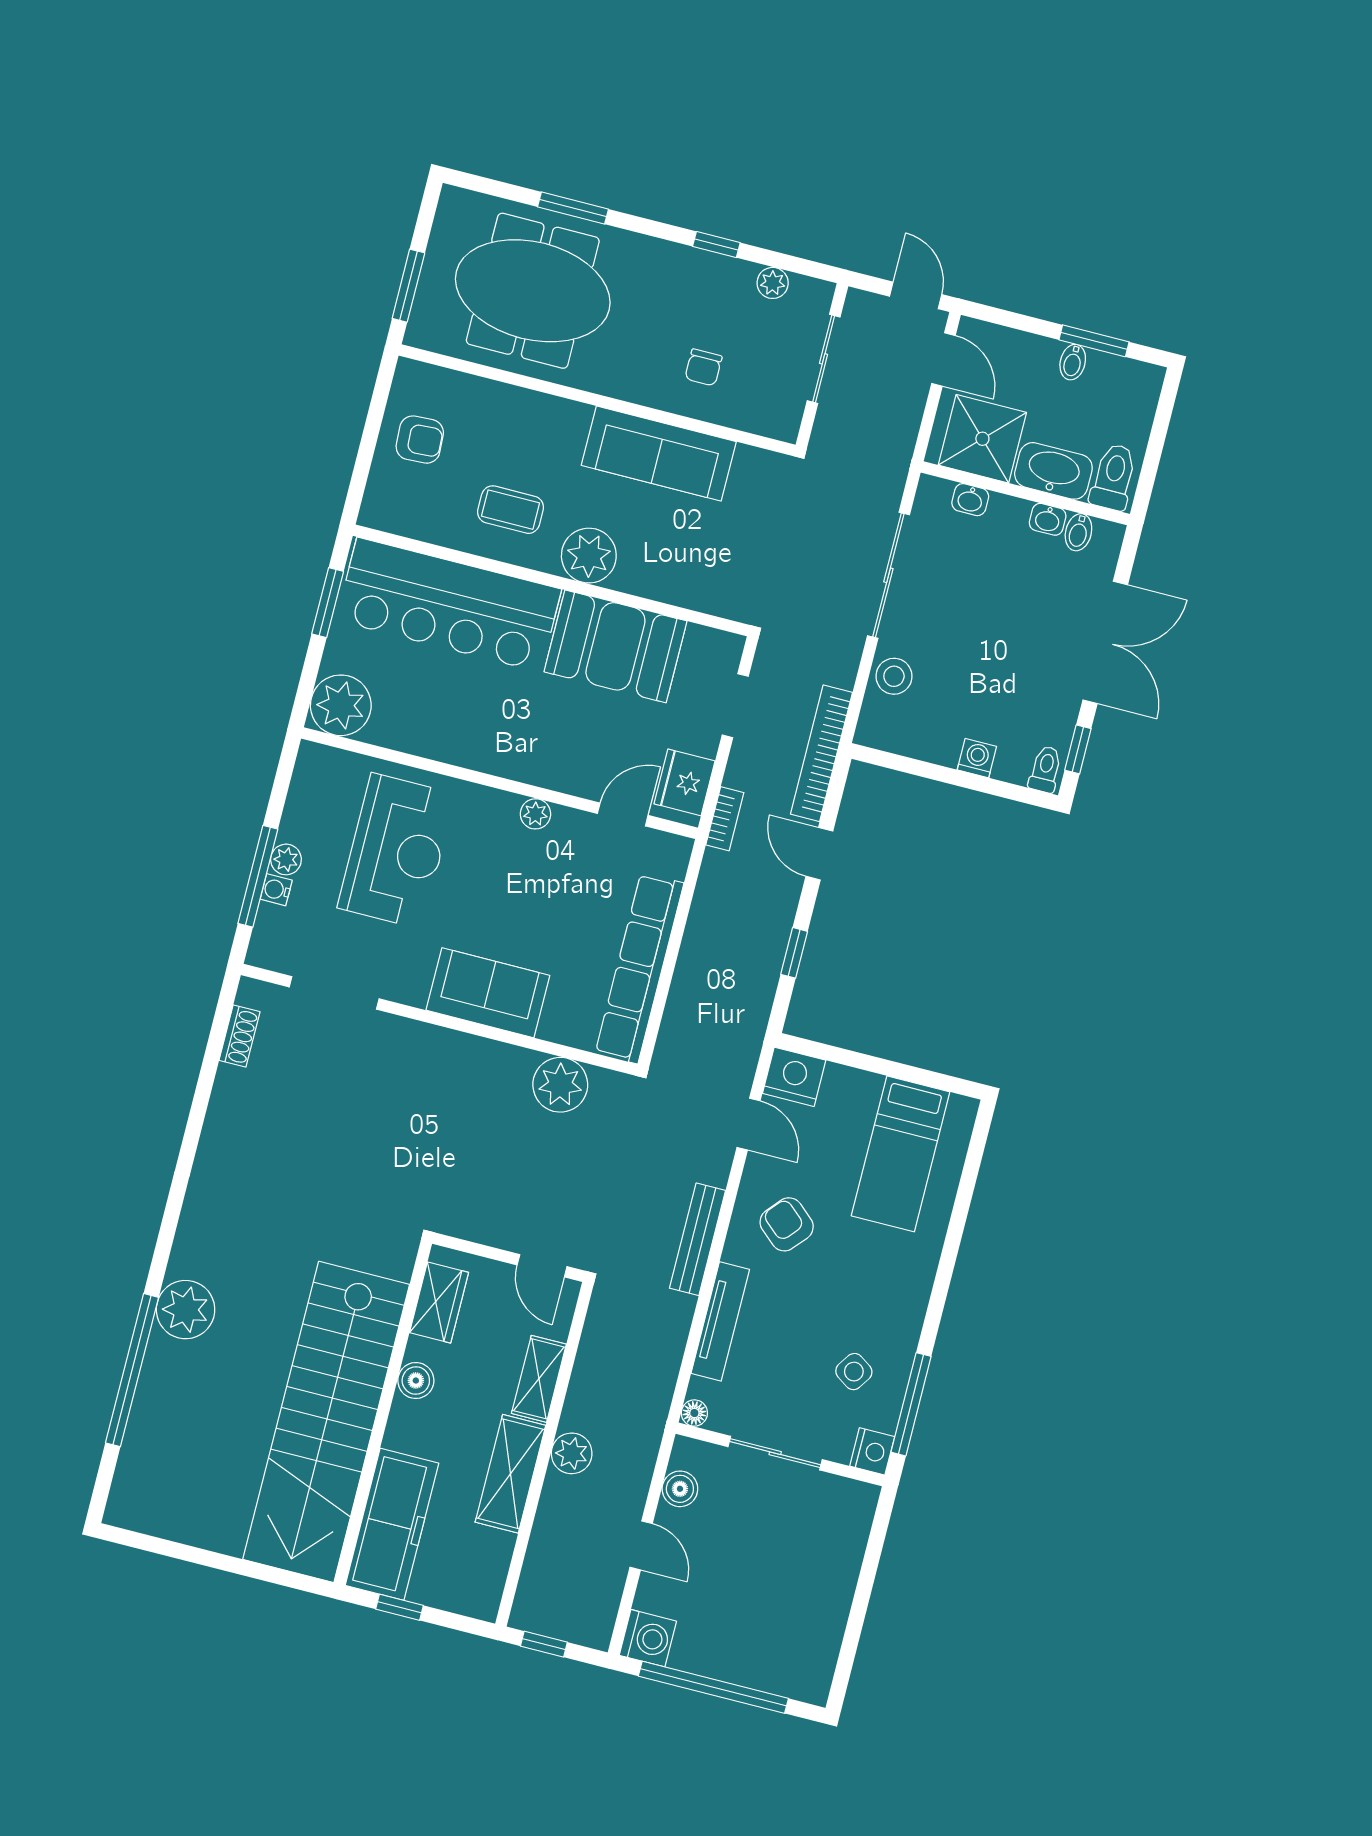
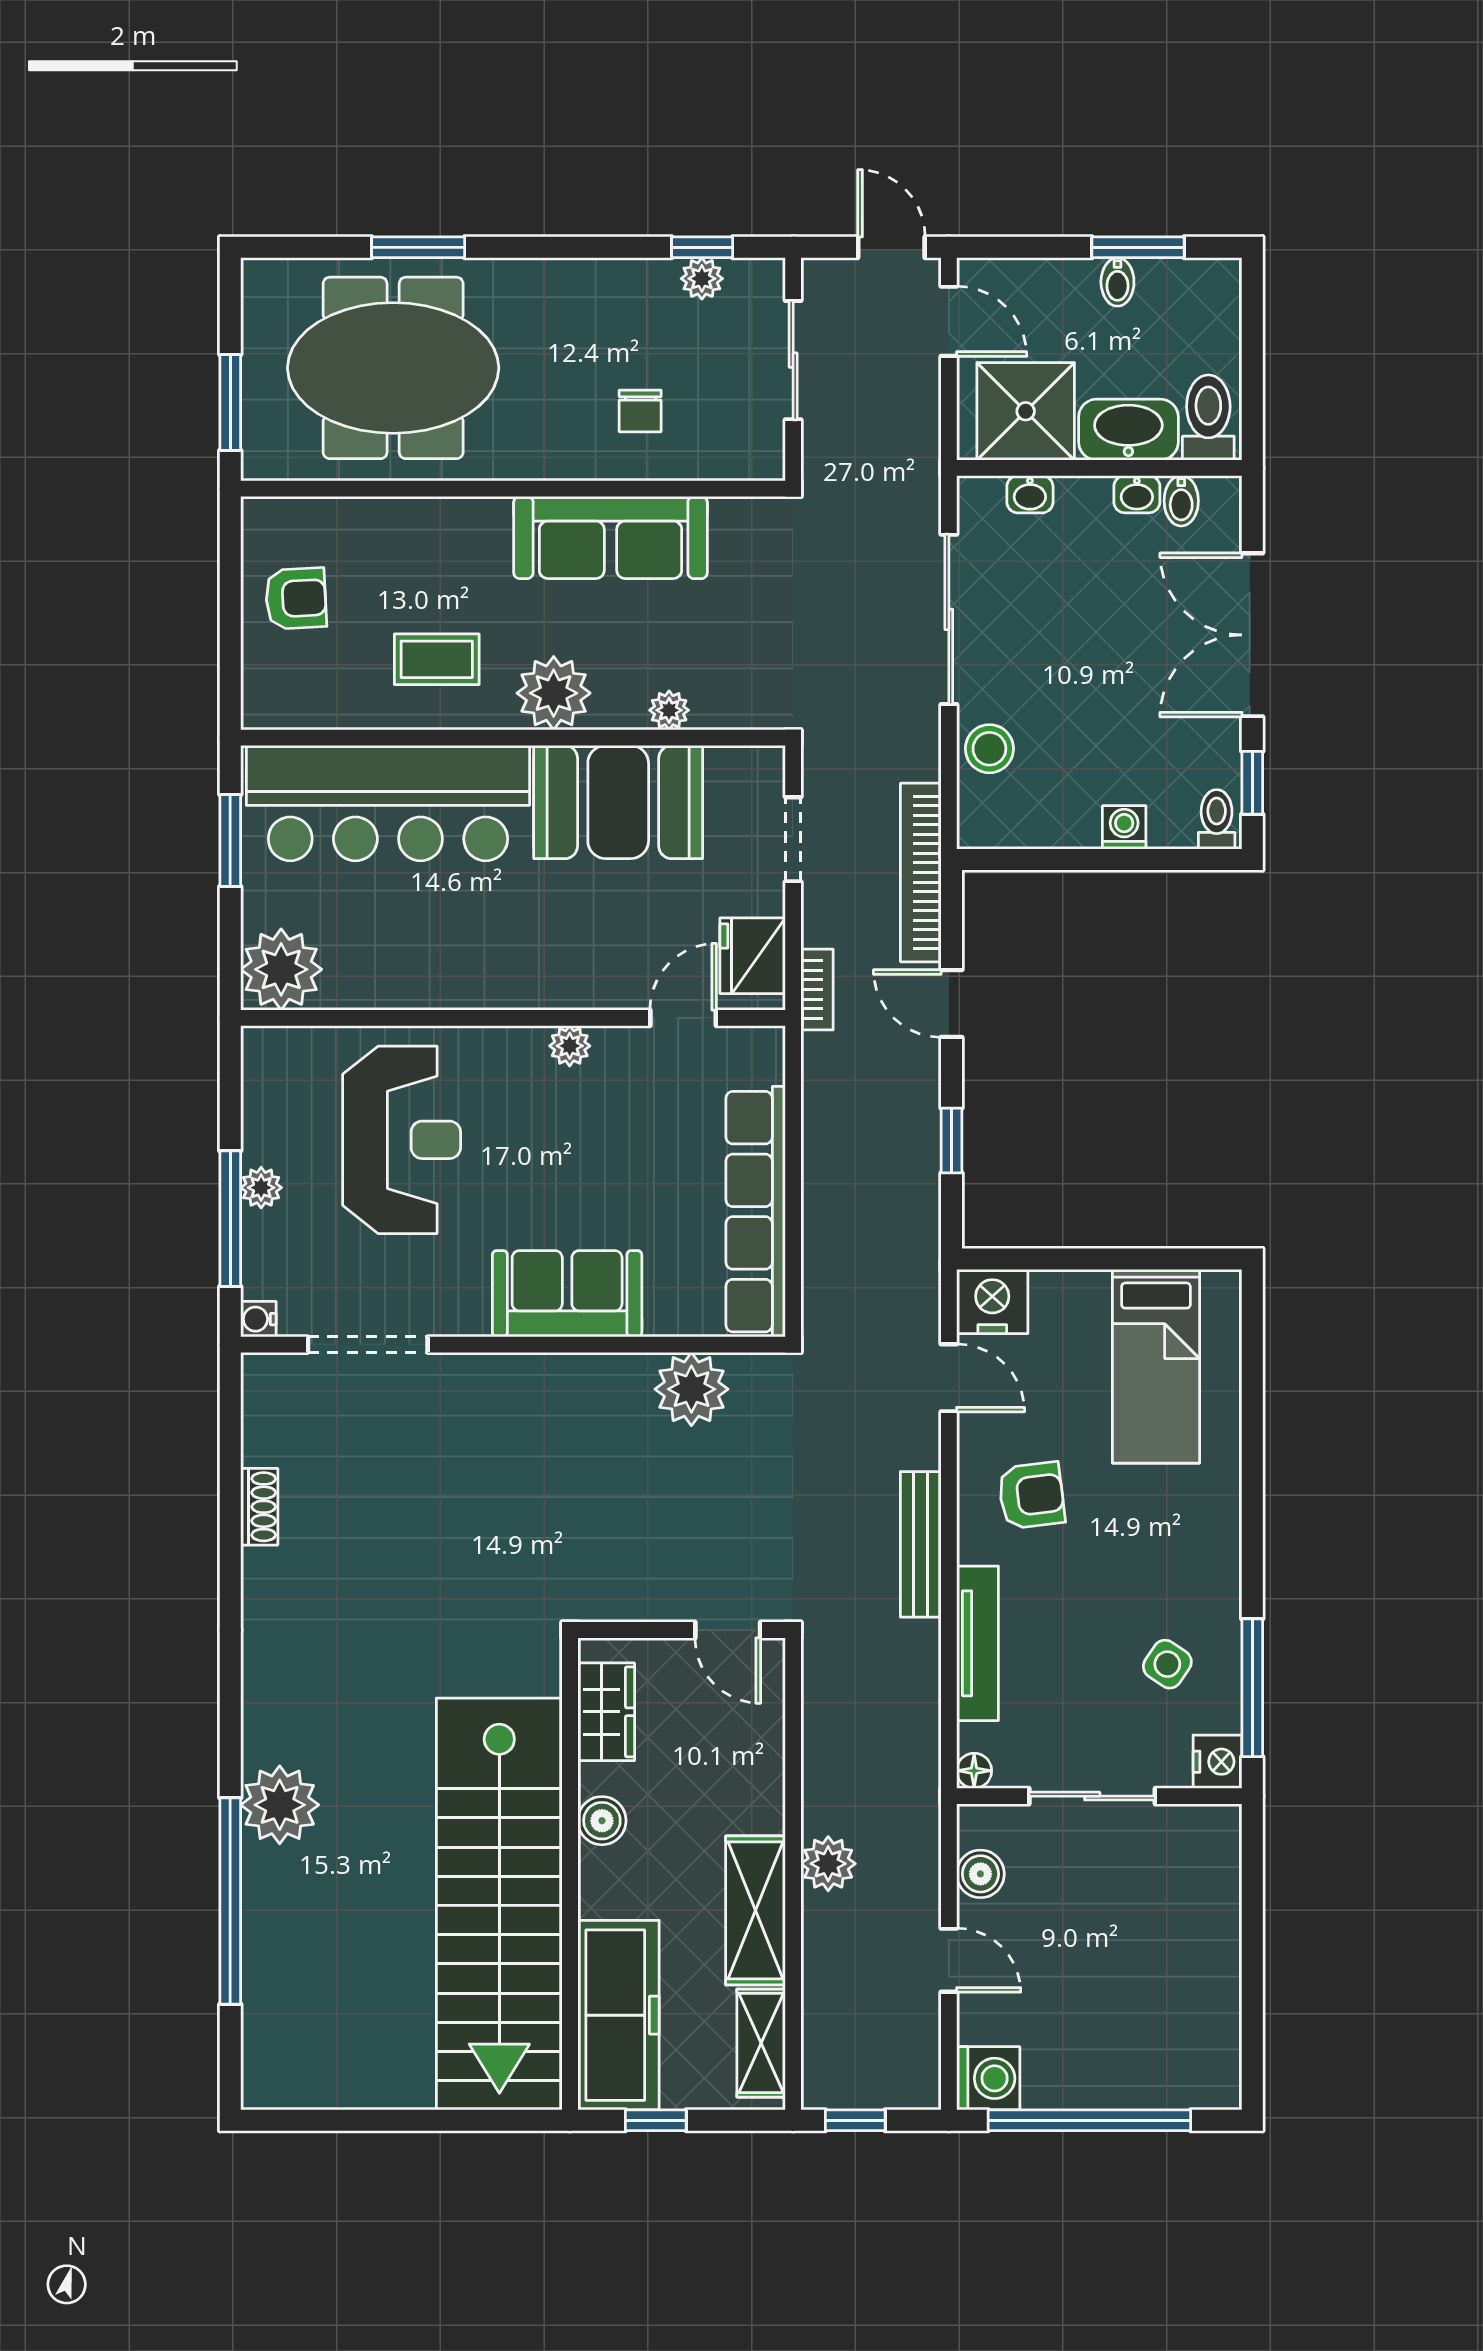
window: (716, 245) -> (702, 247), moved
plant: (669, 589) -> (669, 710), added
double door: (1105, 642) -> (1252, 635), swing flipped
water cooler: (276, 890) -> (258, 1319), moved
shoe rack: (239, 1036) -> (259, 1507), moved
armchair: (787, 1224) -> (1031, 1495), turned 132
shelving: (539, 1379) -> (761, 2043), moved

